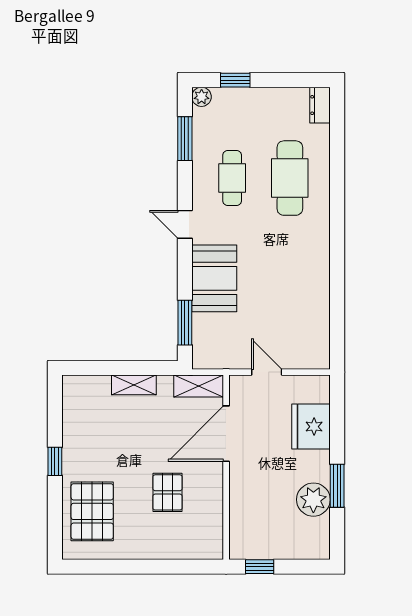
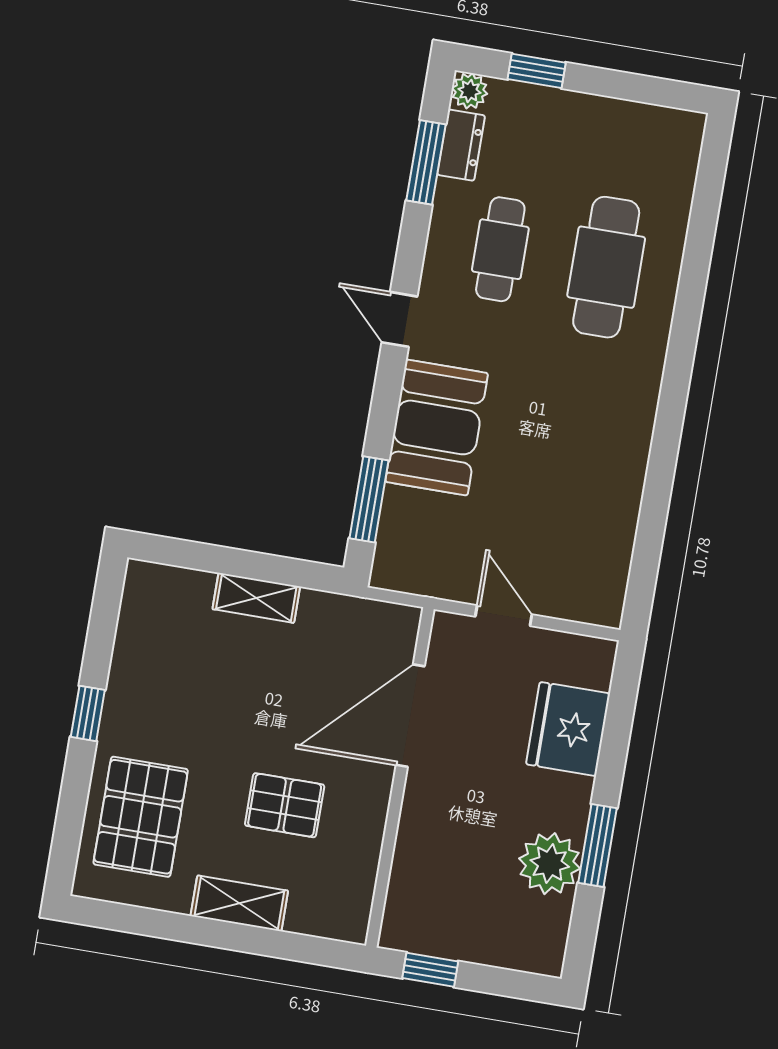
dresser: (320, 105) -> (461, 145), moved, turned 180
shelving: (199, 386) -> (239, 903), moved
pallet: (168, 492) -> (285, 805), turned 90

